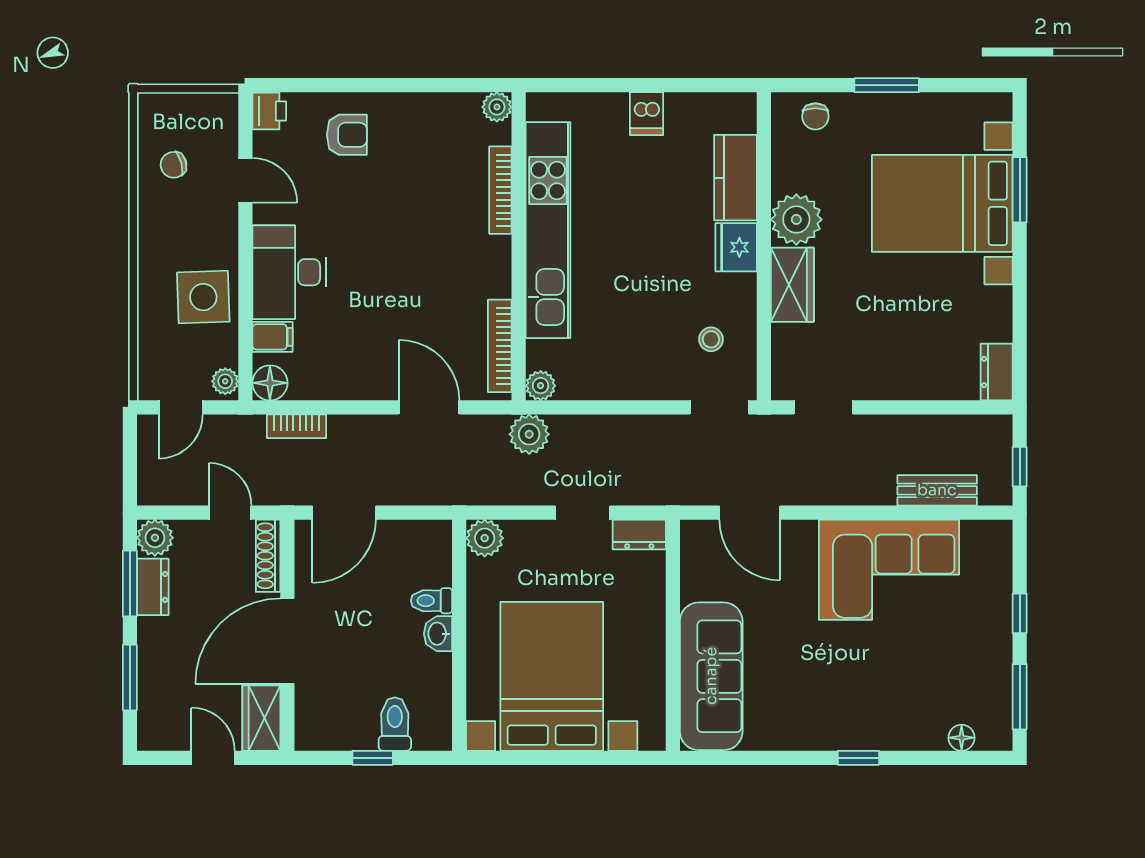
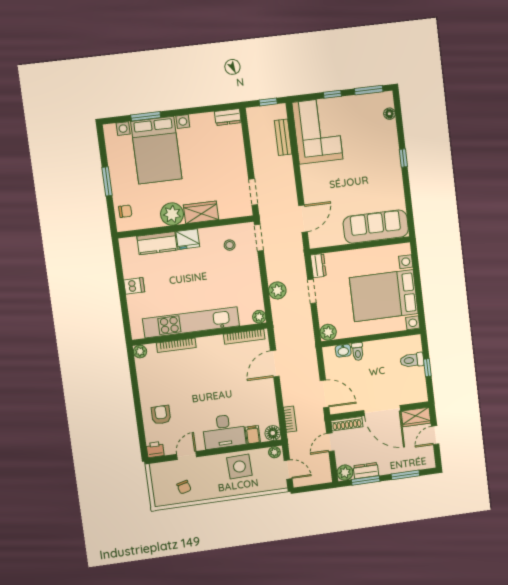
plant: (529, 434) -> (277, 290), moved
corner sofa: (889, 570) -> (317, 131), moved
washbasin: (438, 634) -> (343, 351), moved

